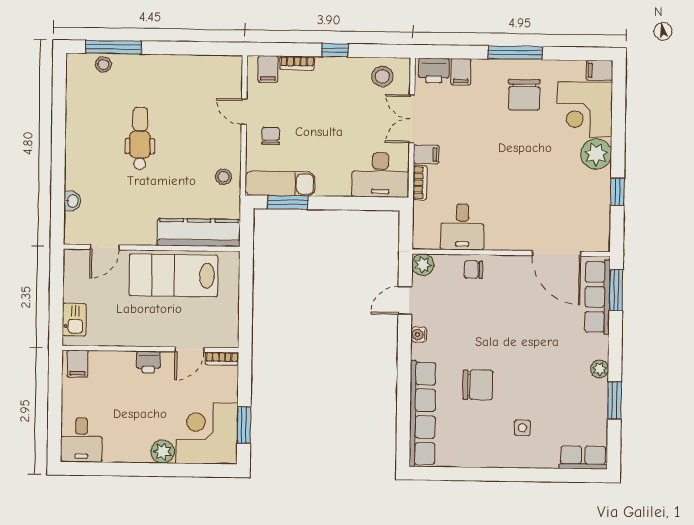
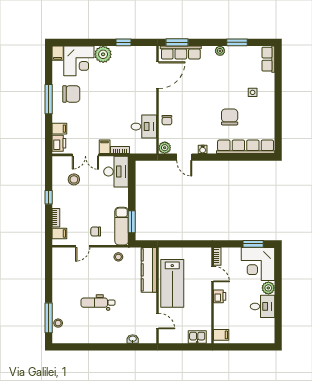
stool: (382, 76) -> (74, 179), moved
desk: (81, 440) -> (262, 306), moved

